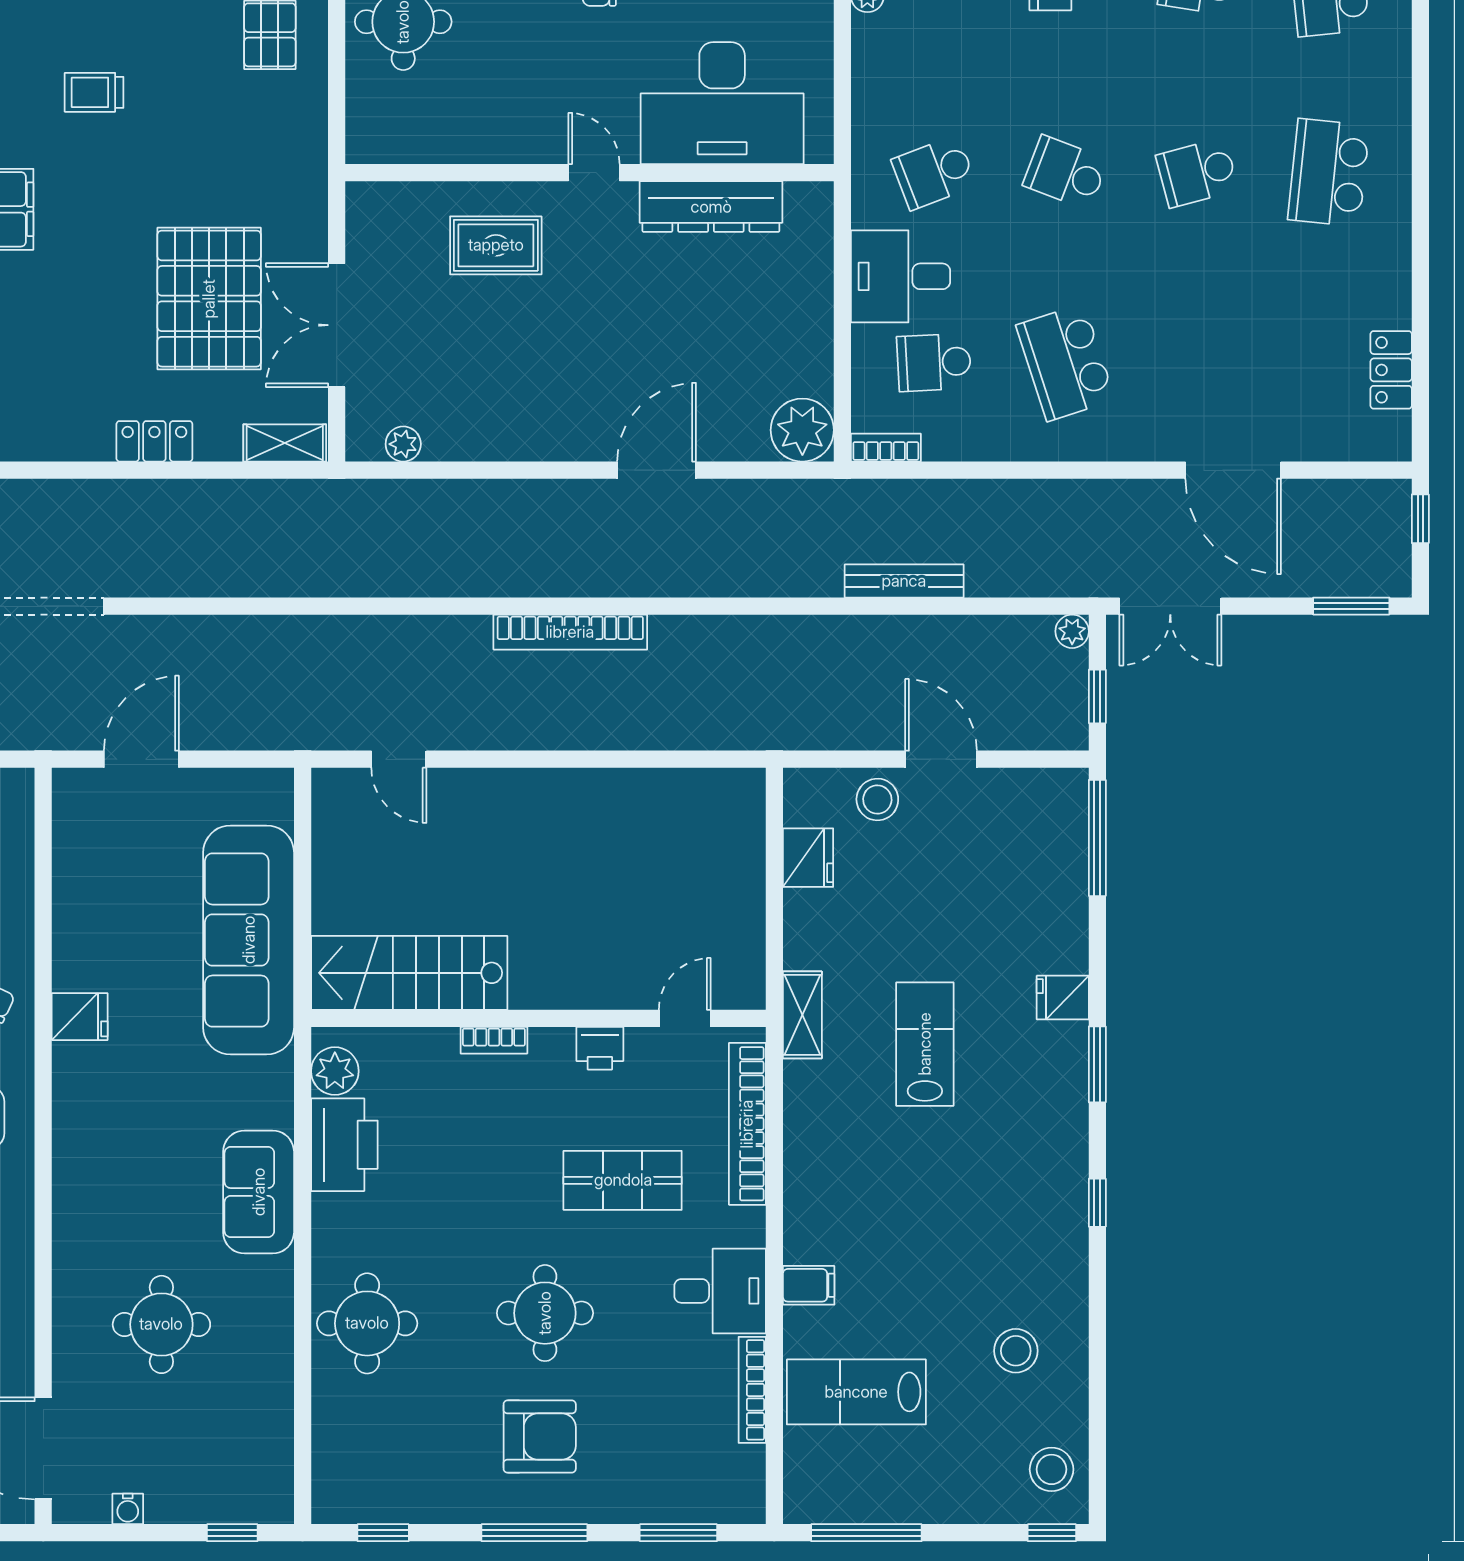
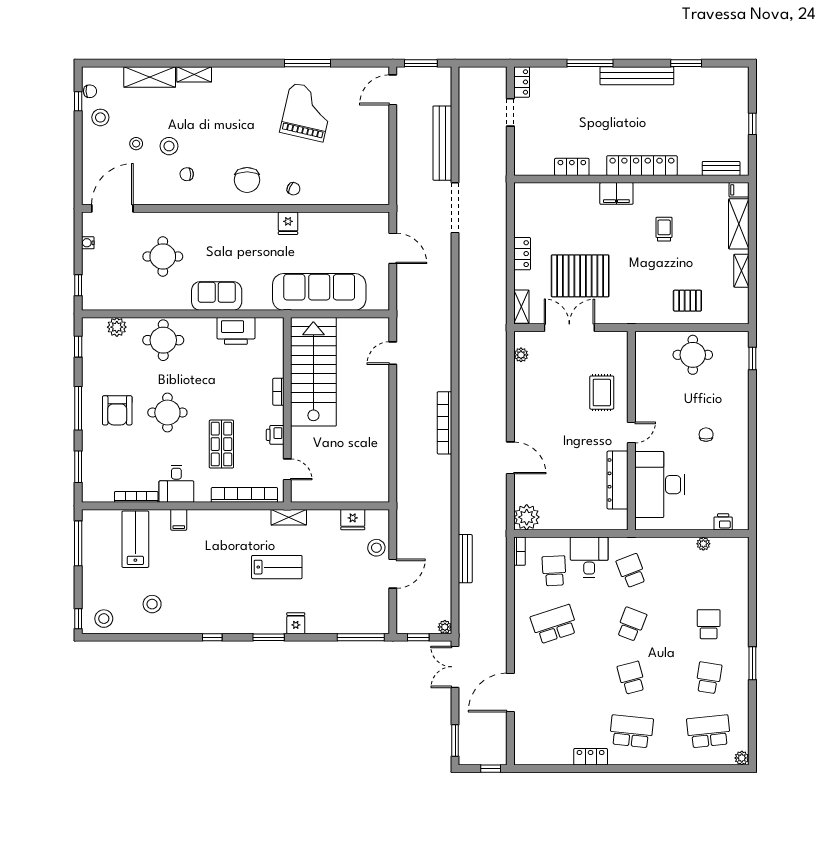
locker: (1391, 370) -> (591, 757), moved
stairs: (409, 973) -> (313, 372), width x1.36, depth x1.51
plant: (335, 1071) -> (117, 327), moved

